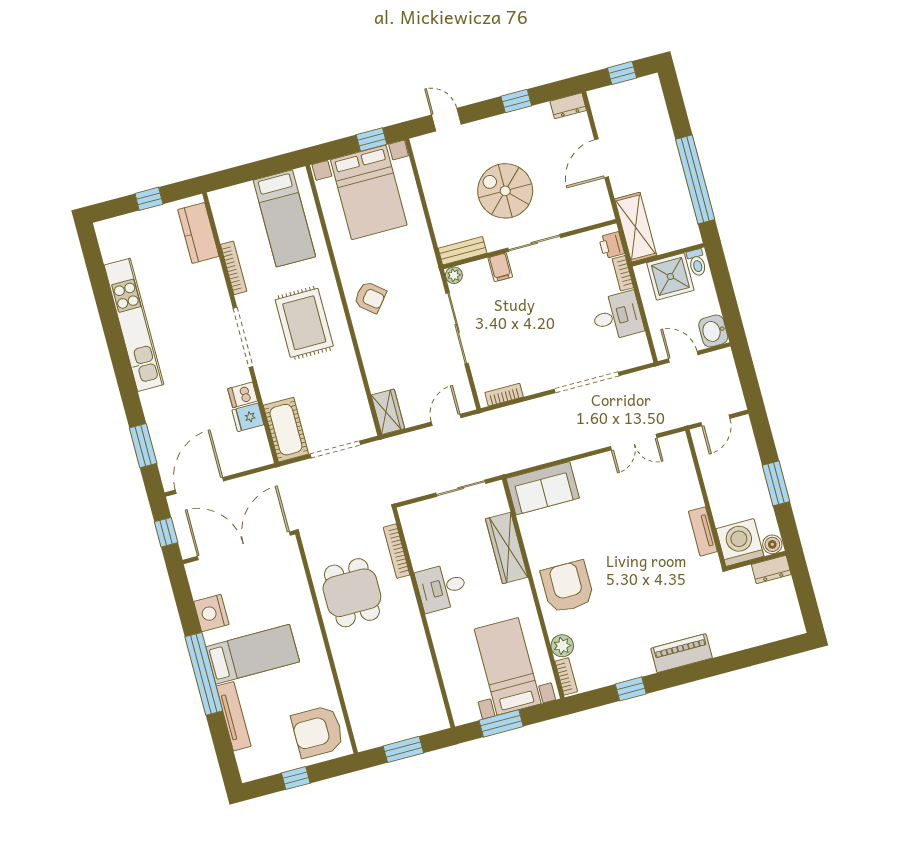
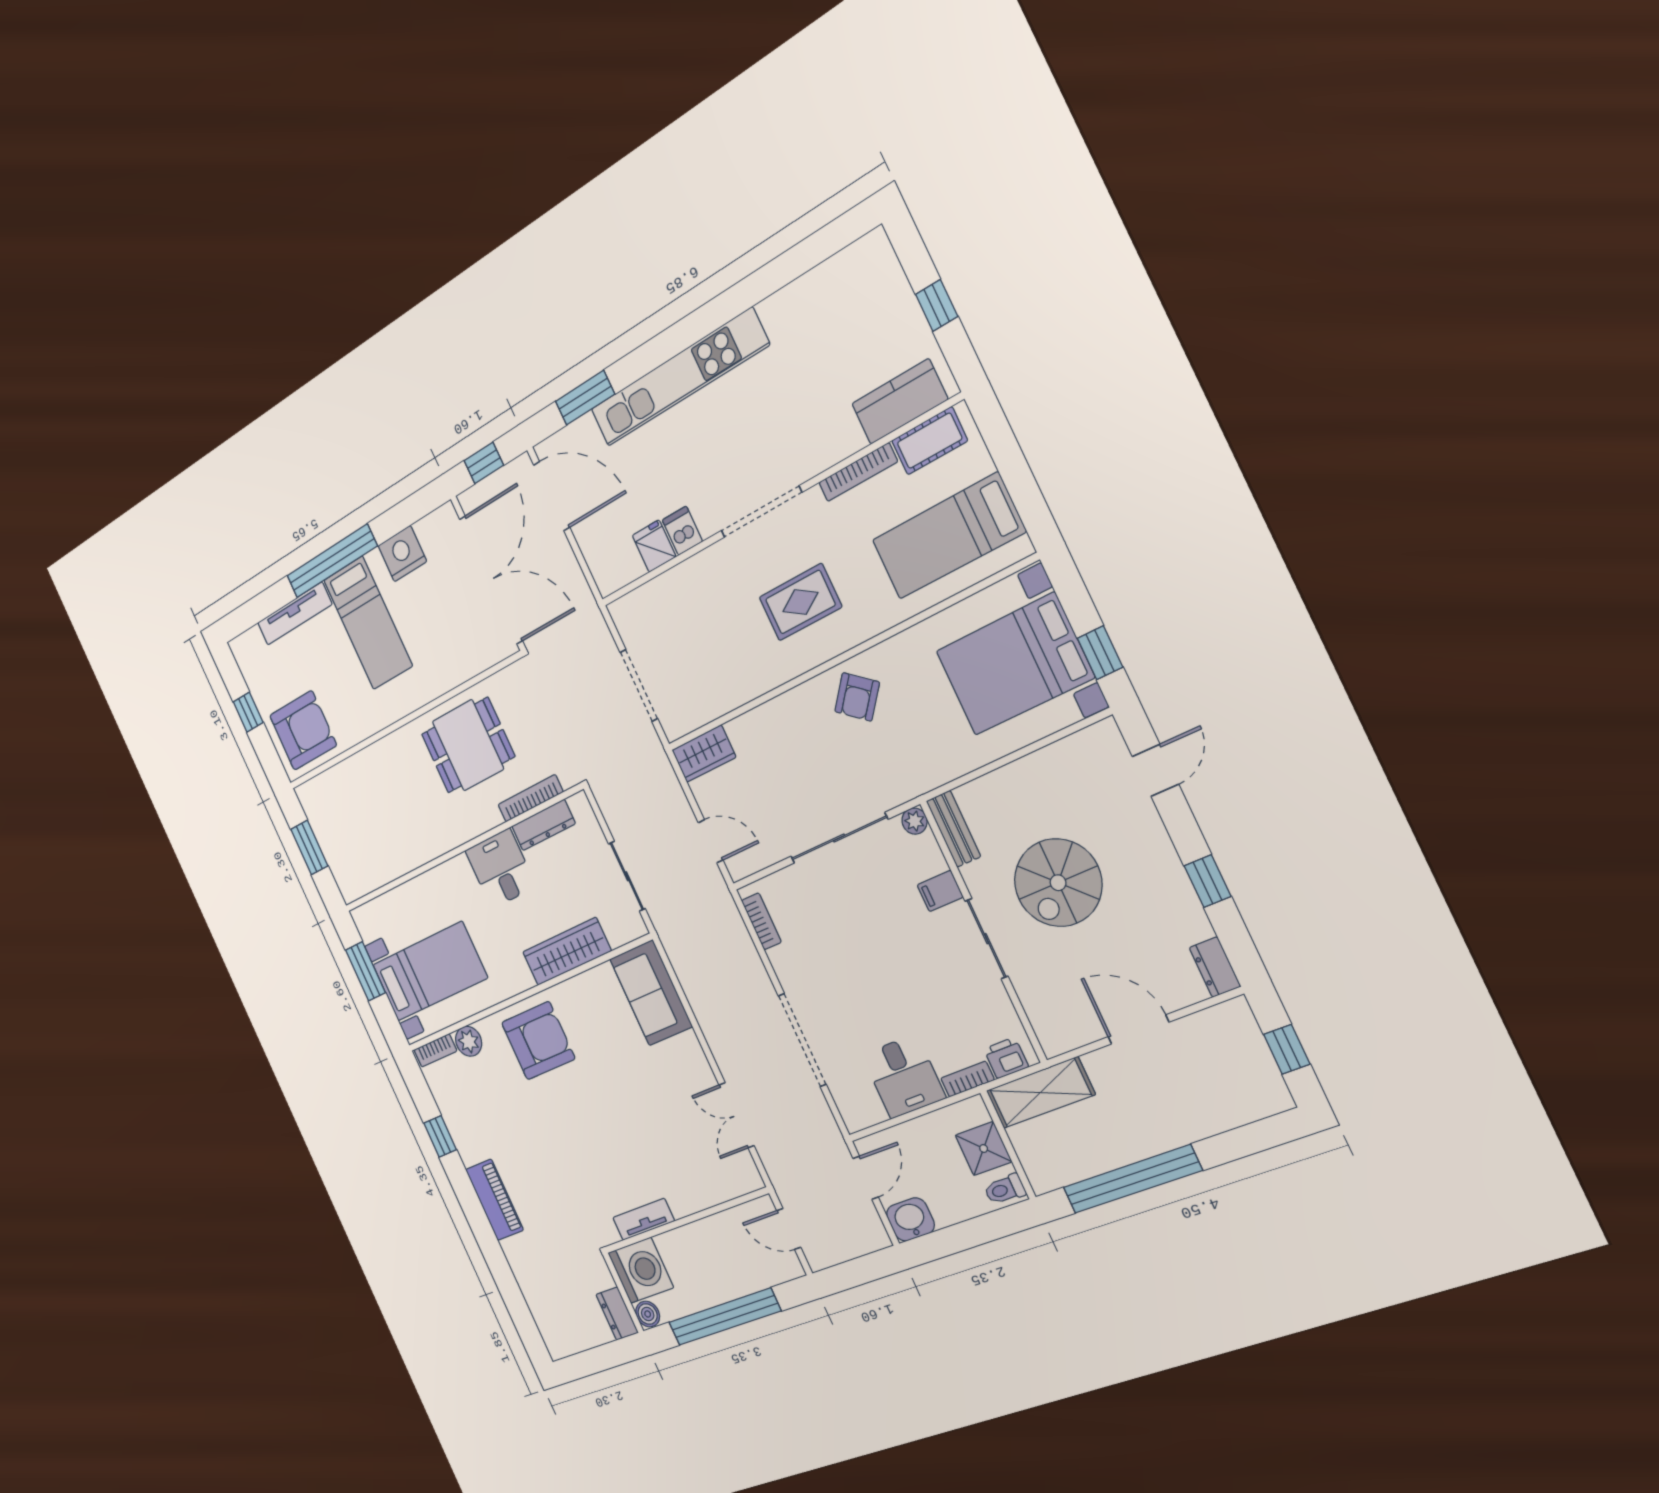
spiral stairs: (505, 191) -> (1058, 883), turned 180
shower: (670, 276) -> (984, 1148), width x0.73, depth x0.73
rug: (304, 323) -> (800, 602), width x0.73, depth x0.70
kitchen unit: (134, 325) -> (679, 378), moved
cot: (286, 430) -> (930, 441), moved, width x0.73, depth x0.75
window: (776, 483) -> (724, 1317), width x2.11
dresser: (416, 545) -> (543, 825), added
armchair: (318, 732) -> (303, 730), turned 90

